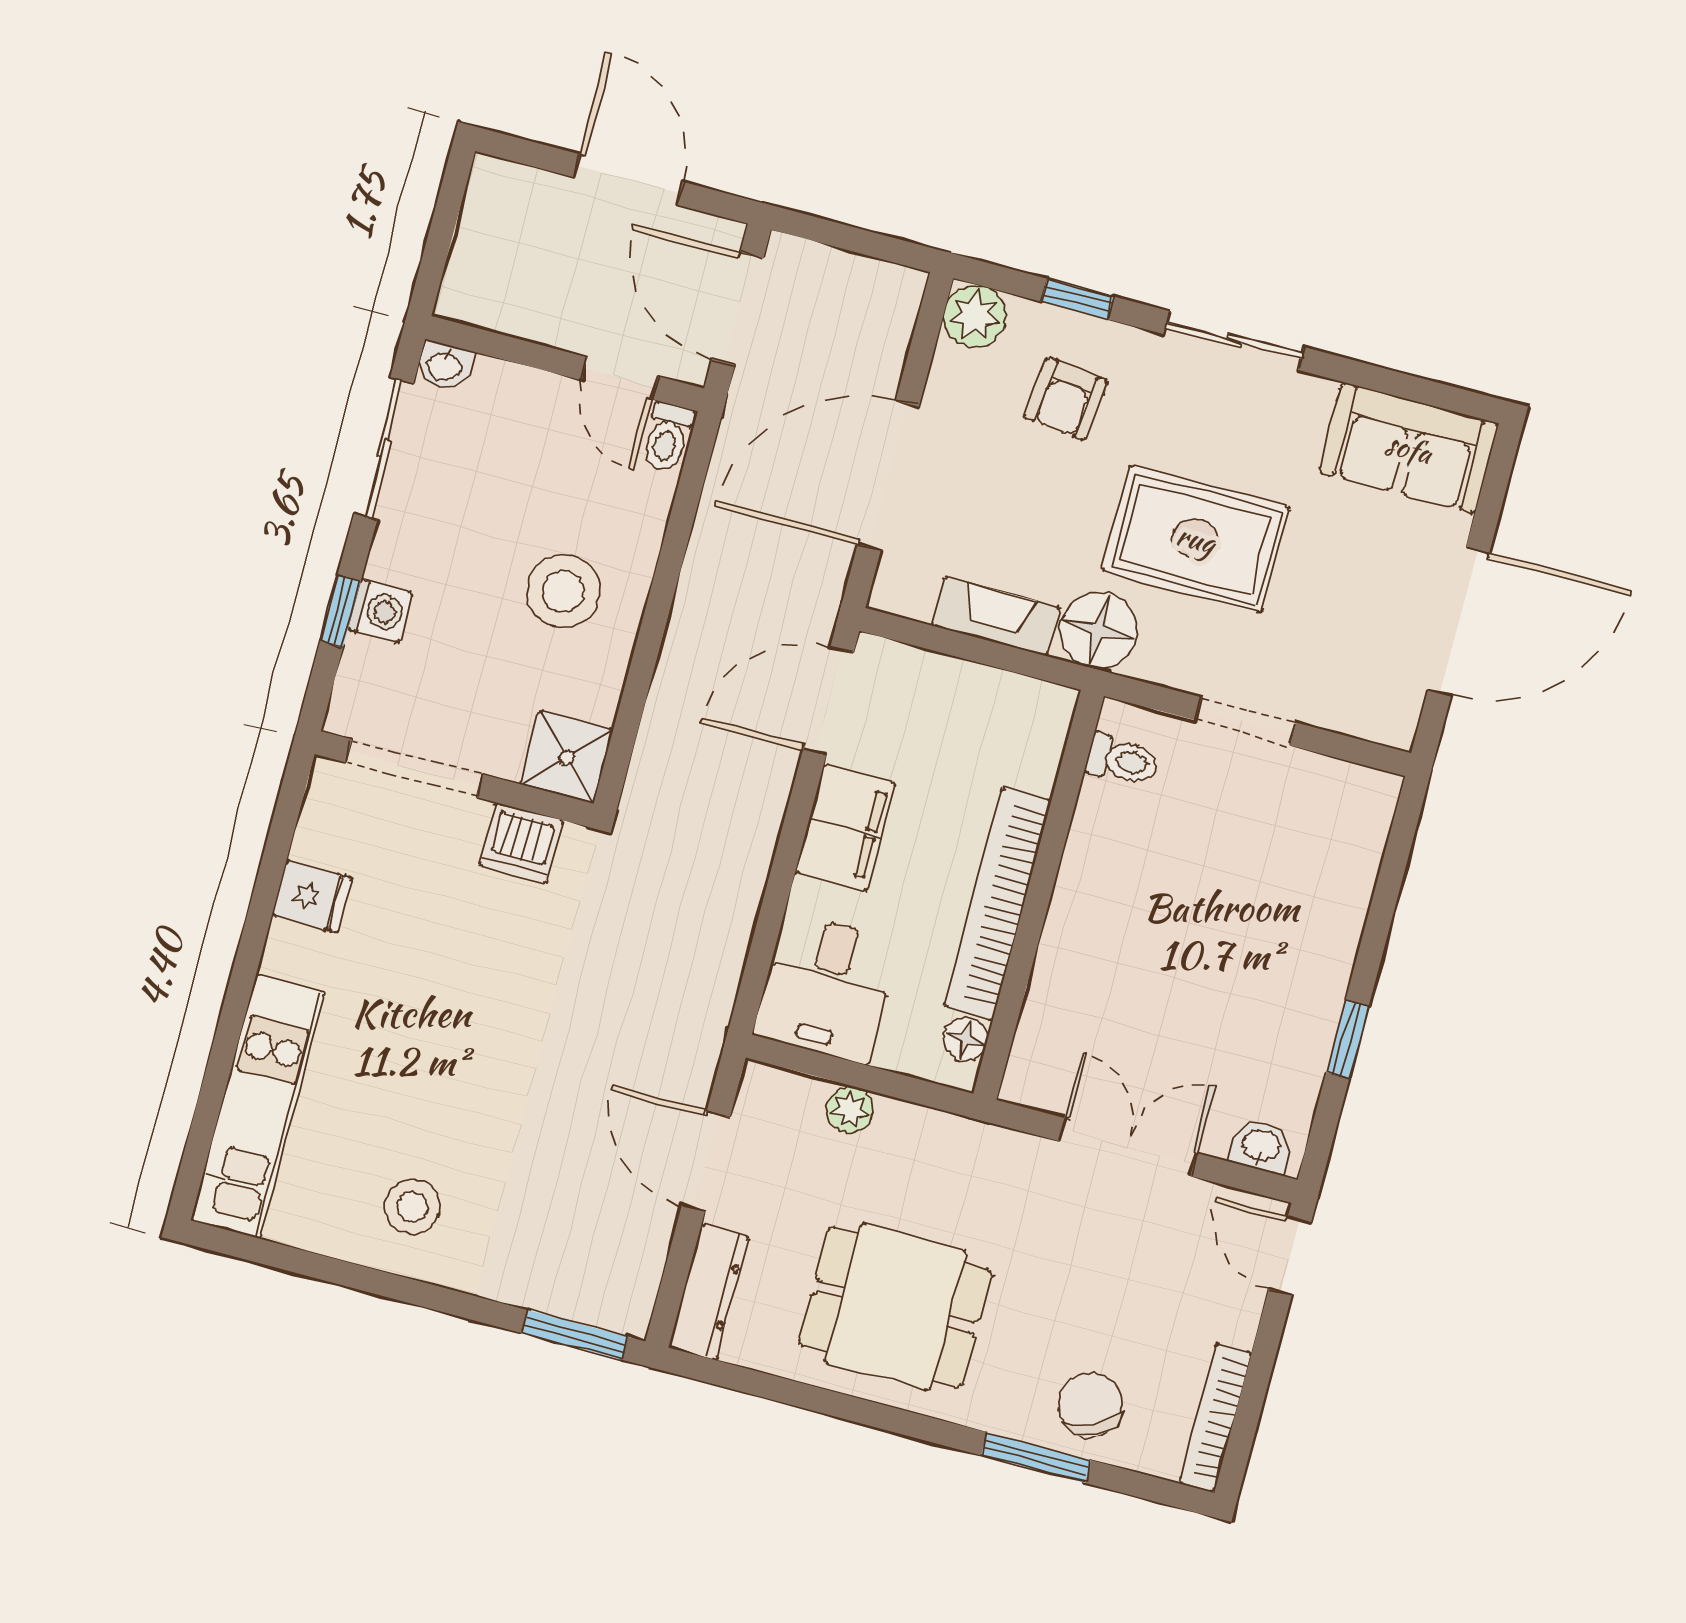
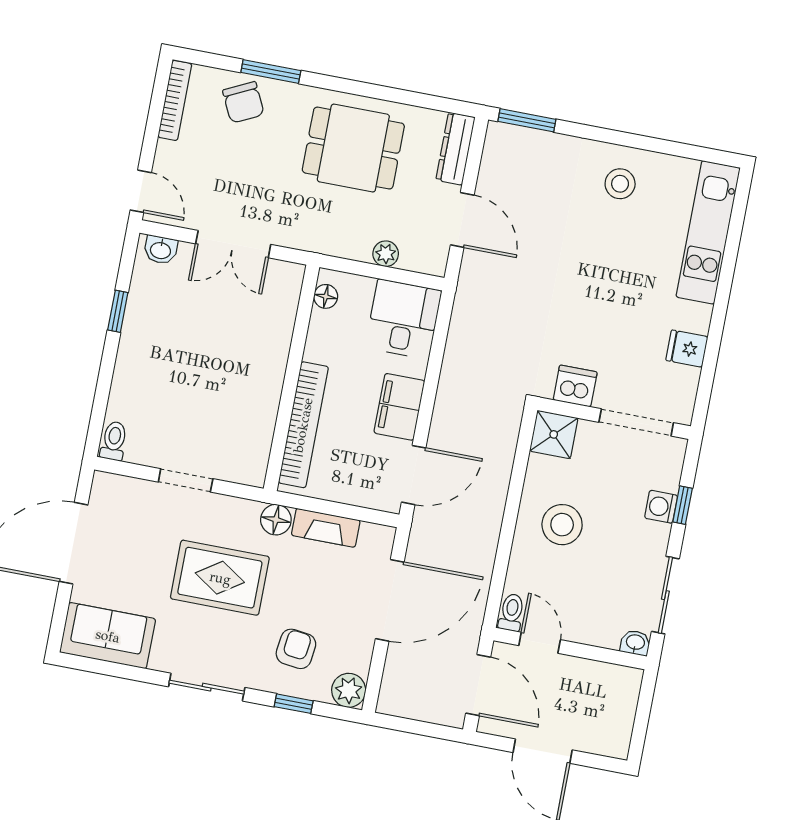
floor lamp: (1099, 630) -> (276, 520), width x0.73, depth x0.73
toilet: (1122, 760) -> (114, 441), moved, turned 90
bookcase: (998, 903) -> (303, 425), moved

